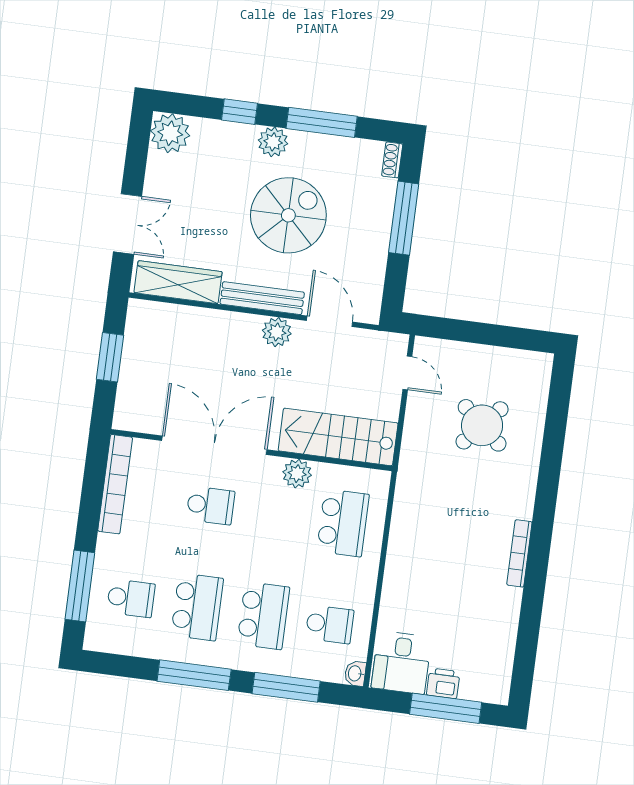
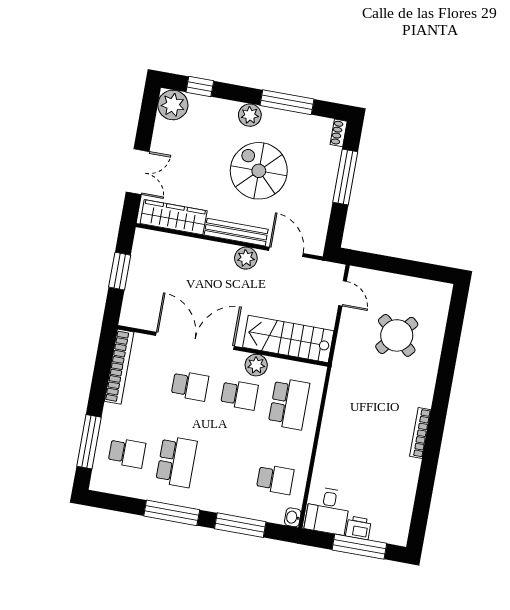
window: (240, 112) -> (200, 87), moved
spiral stairs: (288, 215) -> (259, 171), turned -90
school desk: (263, 616) -> (239, 395), moved, width x0.54

